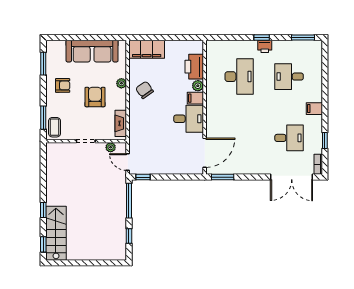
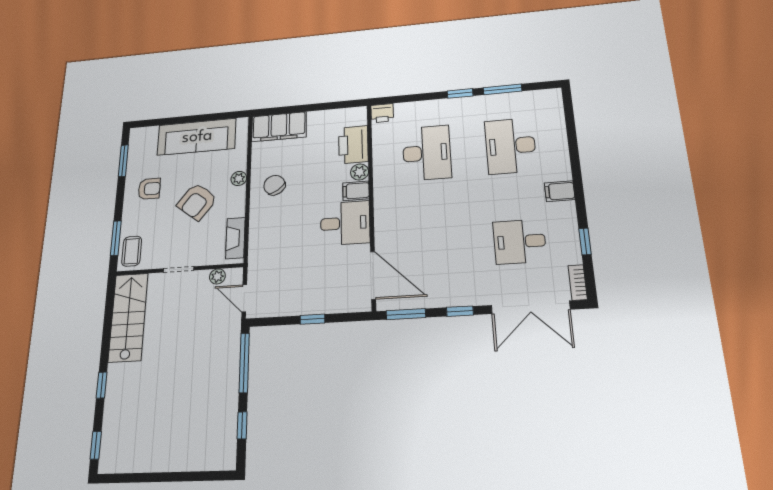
window: (303, 37) -> (503, 89), moved
printer: (265, 46) -> (382, 113), moved
desk: (289, 77) -> (510, 146), width x1.37
armchair: (95, 97) -> (197, 202), turned -142
desk: (289, 138) -> (520, 242), turned 180
door: (205, 153) -> (373, 275), hinge flipped
window: (143, 177) -> (312, 319), moved
window: (253, 177) -> (460, 311), added
stairs: (56, 233) -> (128, 317), moved

